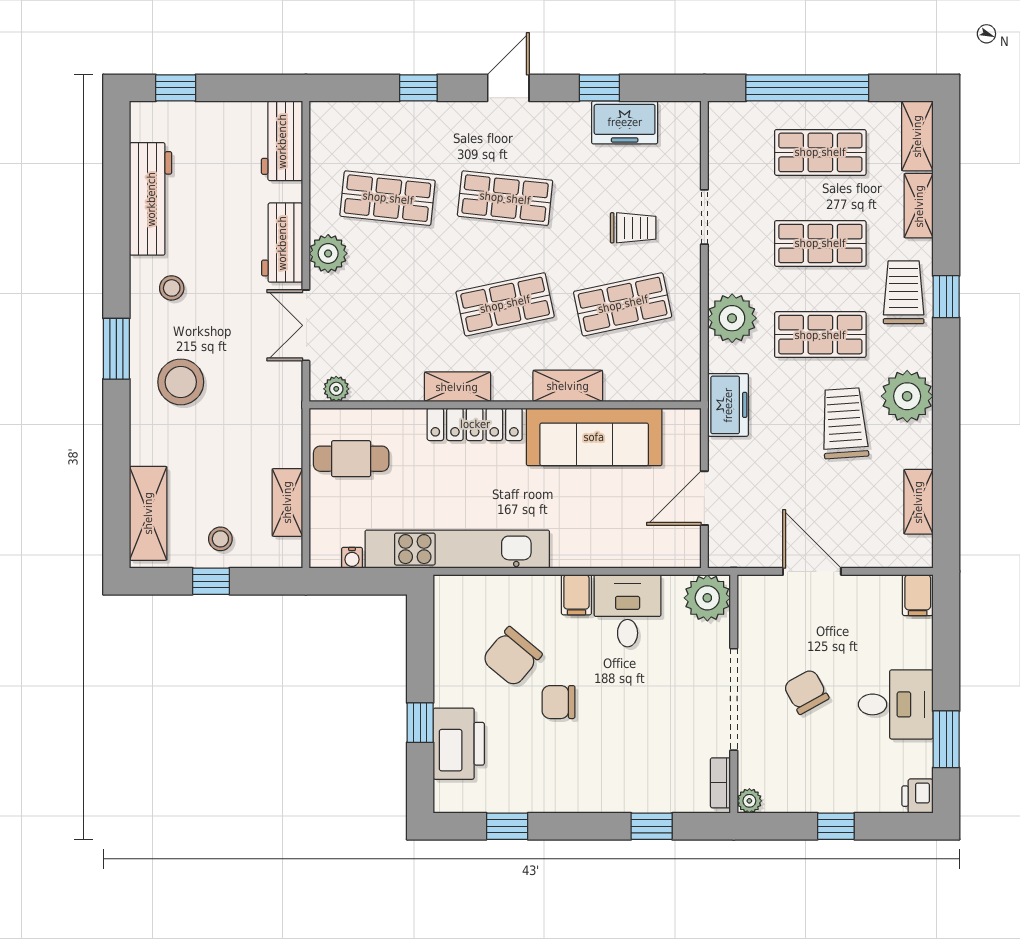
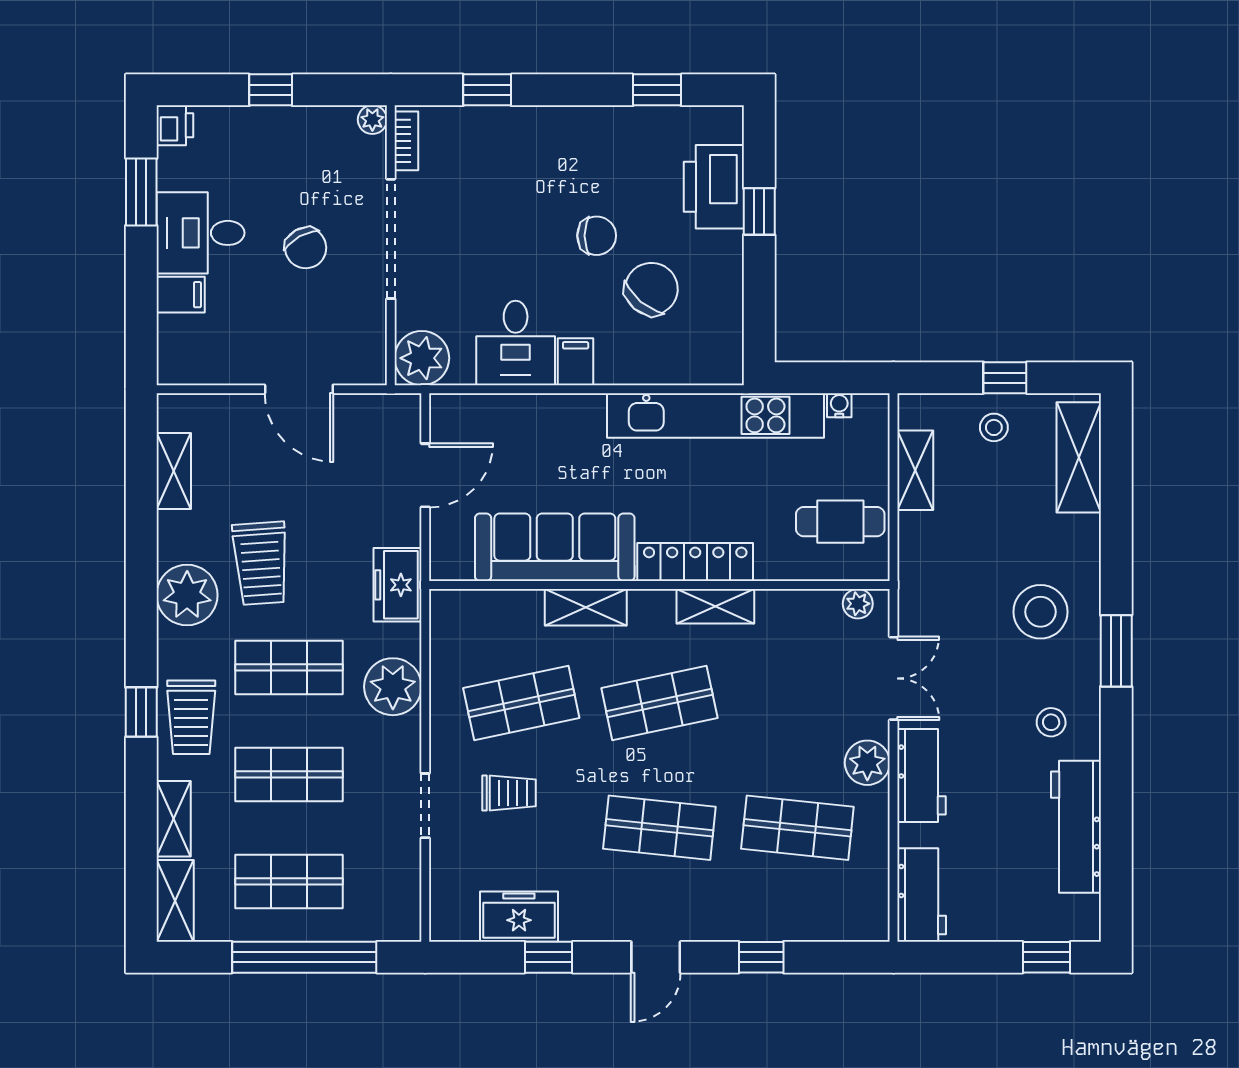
trolley: (633, 228) -> (509, 793), turned 180
filing cabinet: (918, 595) -> (181, 295), moved, turned 90

